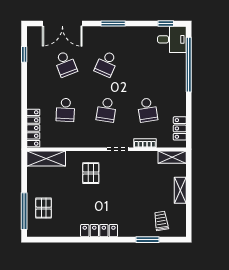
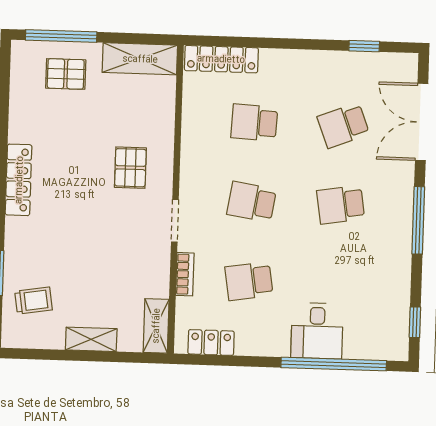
window: (113, 23) -> (418, 220), width x1.44
desk: (172, 39) -> (317, 331), moved
school desk: (106, 64) -> (341, 205), turned -33
shelving: (46, 159) -> (140, 59), moved, turned 90
pallet: (91, 173) -> (130, 168), turned 90

